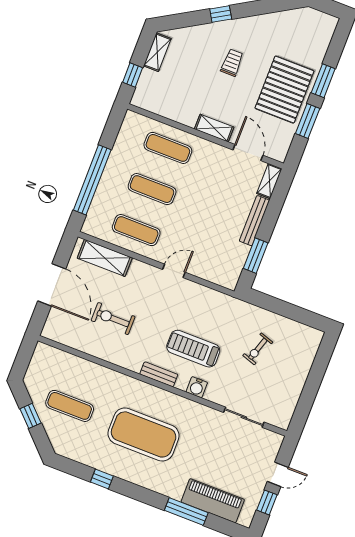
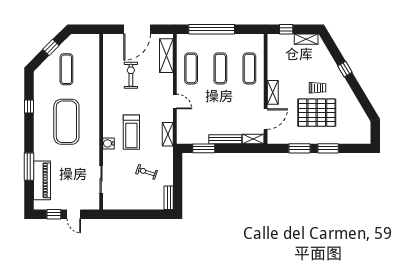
pallet: (284, 90) -> (317, 113), moved
shelving: (216, 299) -> (168, 134), added
treadmill: (193, 349) -> (131, 132), turned 180
bench: (159, 374) -> (169, 198), moved

